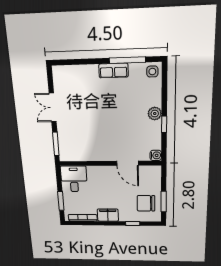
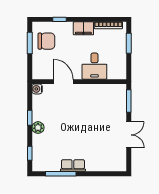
side table: (152, 72) -> (40, 164), removed
window: (164, 84) -> (30, 153), added
desk: (74, 179) -> (94, 66), moved

